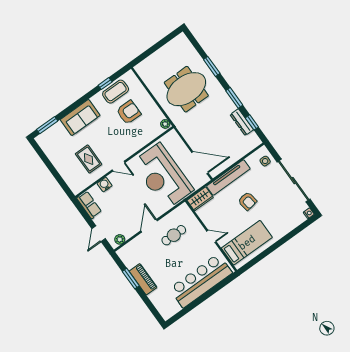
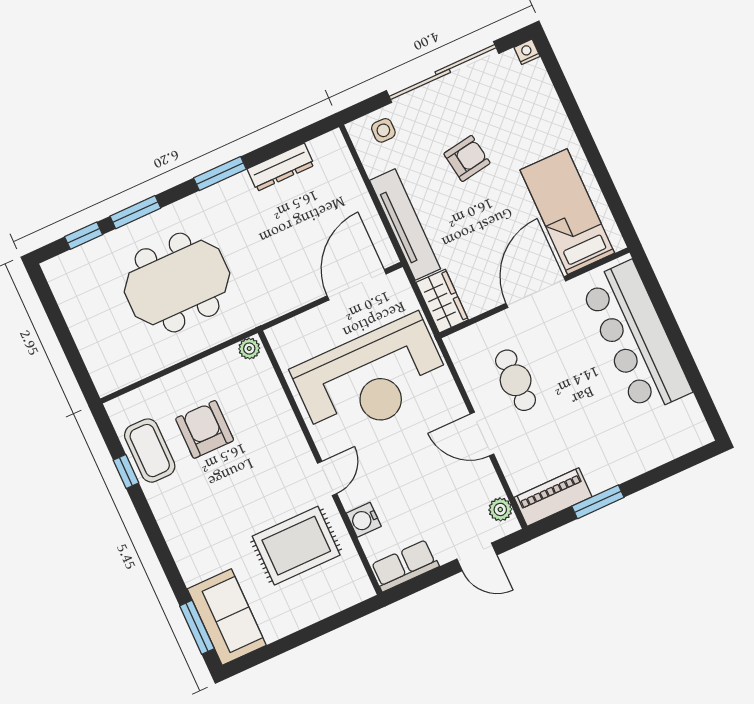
meeting table: (186, 89) -> (177, 283), turned 90
sofa: (80, 117) -> (227, 617), moved
window: (252, 122) -> (84, 236), moved
rug: (89, 159) -> (296, 546), width x1.36, depth x1.43
armchair: (247, 201) -> (467, 158), moved
door: (211, 236) -> (536, 292), width x1.87
piano: (143, 279) -> (553, 497), moved

